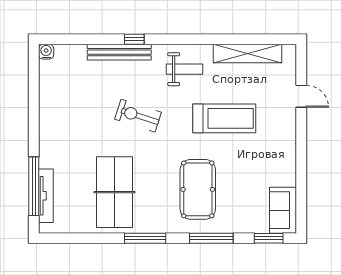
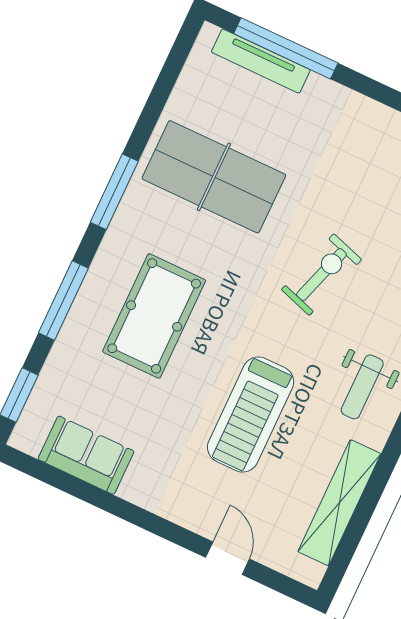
door: (301, 96) -> (228, 558), swing flipped
pool table: (198, 189) -> (154, 316), turned 90
sofa: (283, 210) -> (86, 455), moved

